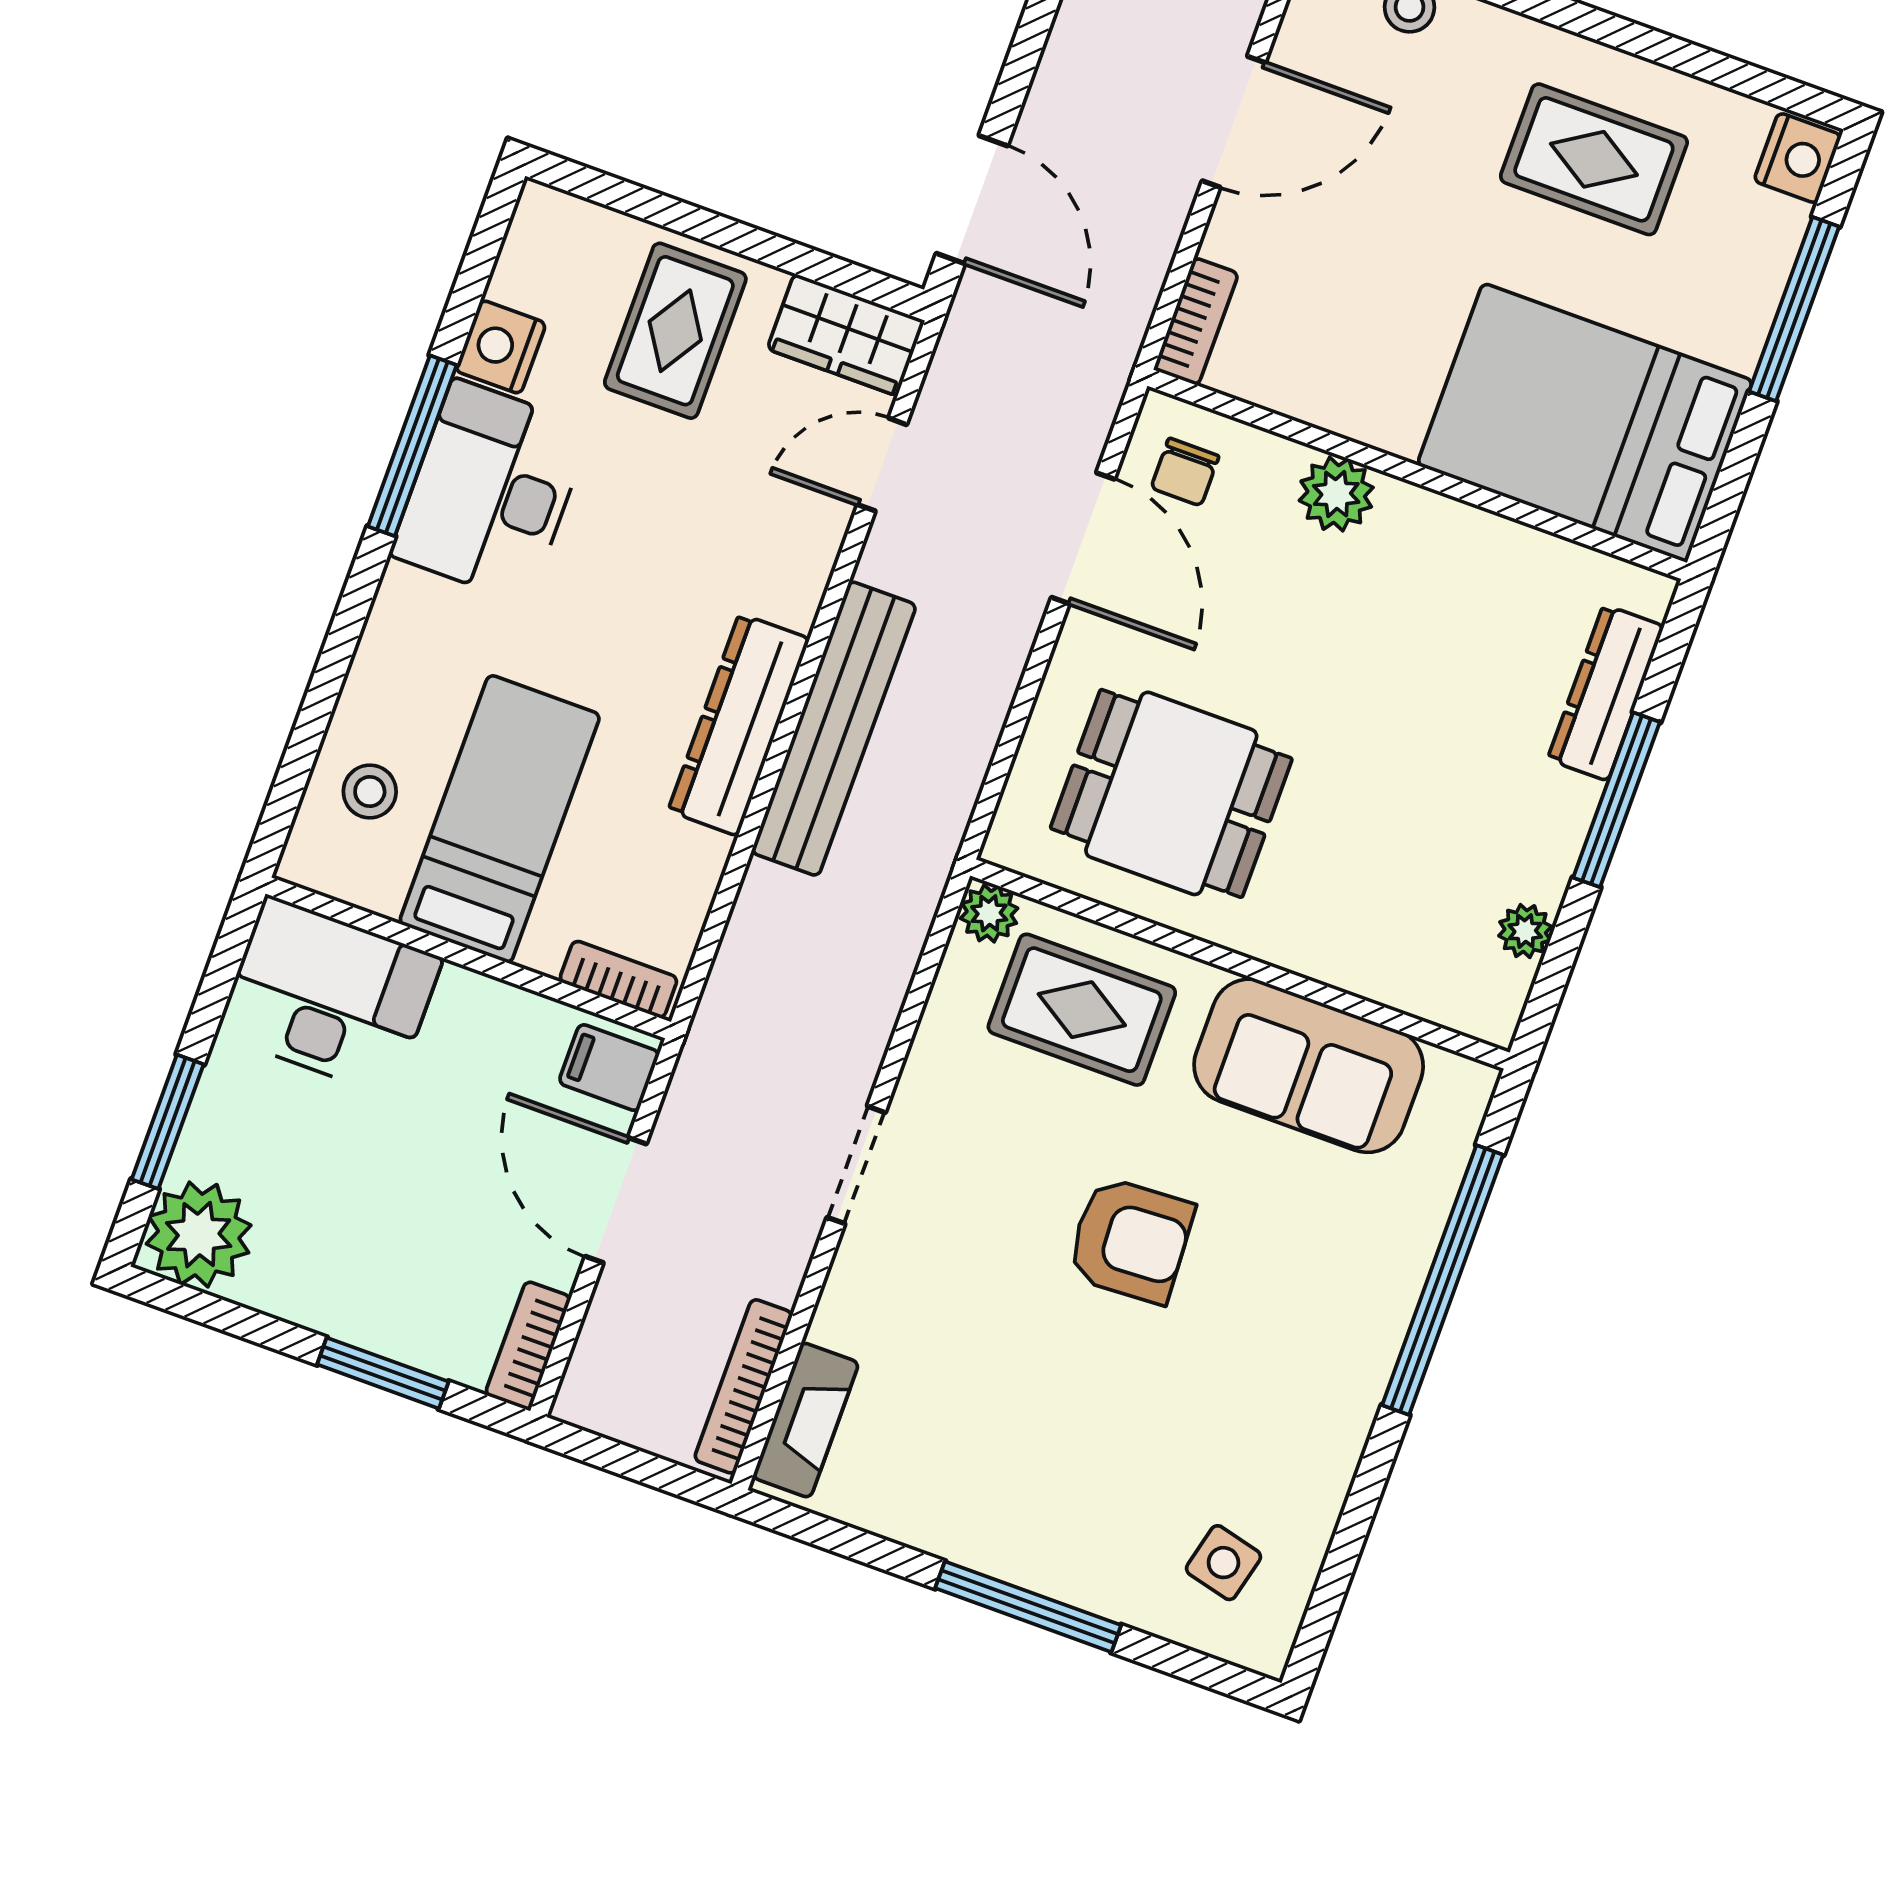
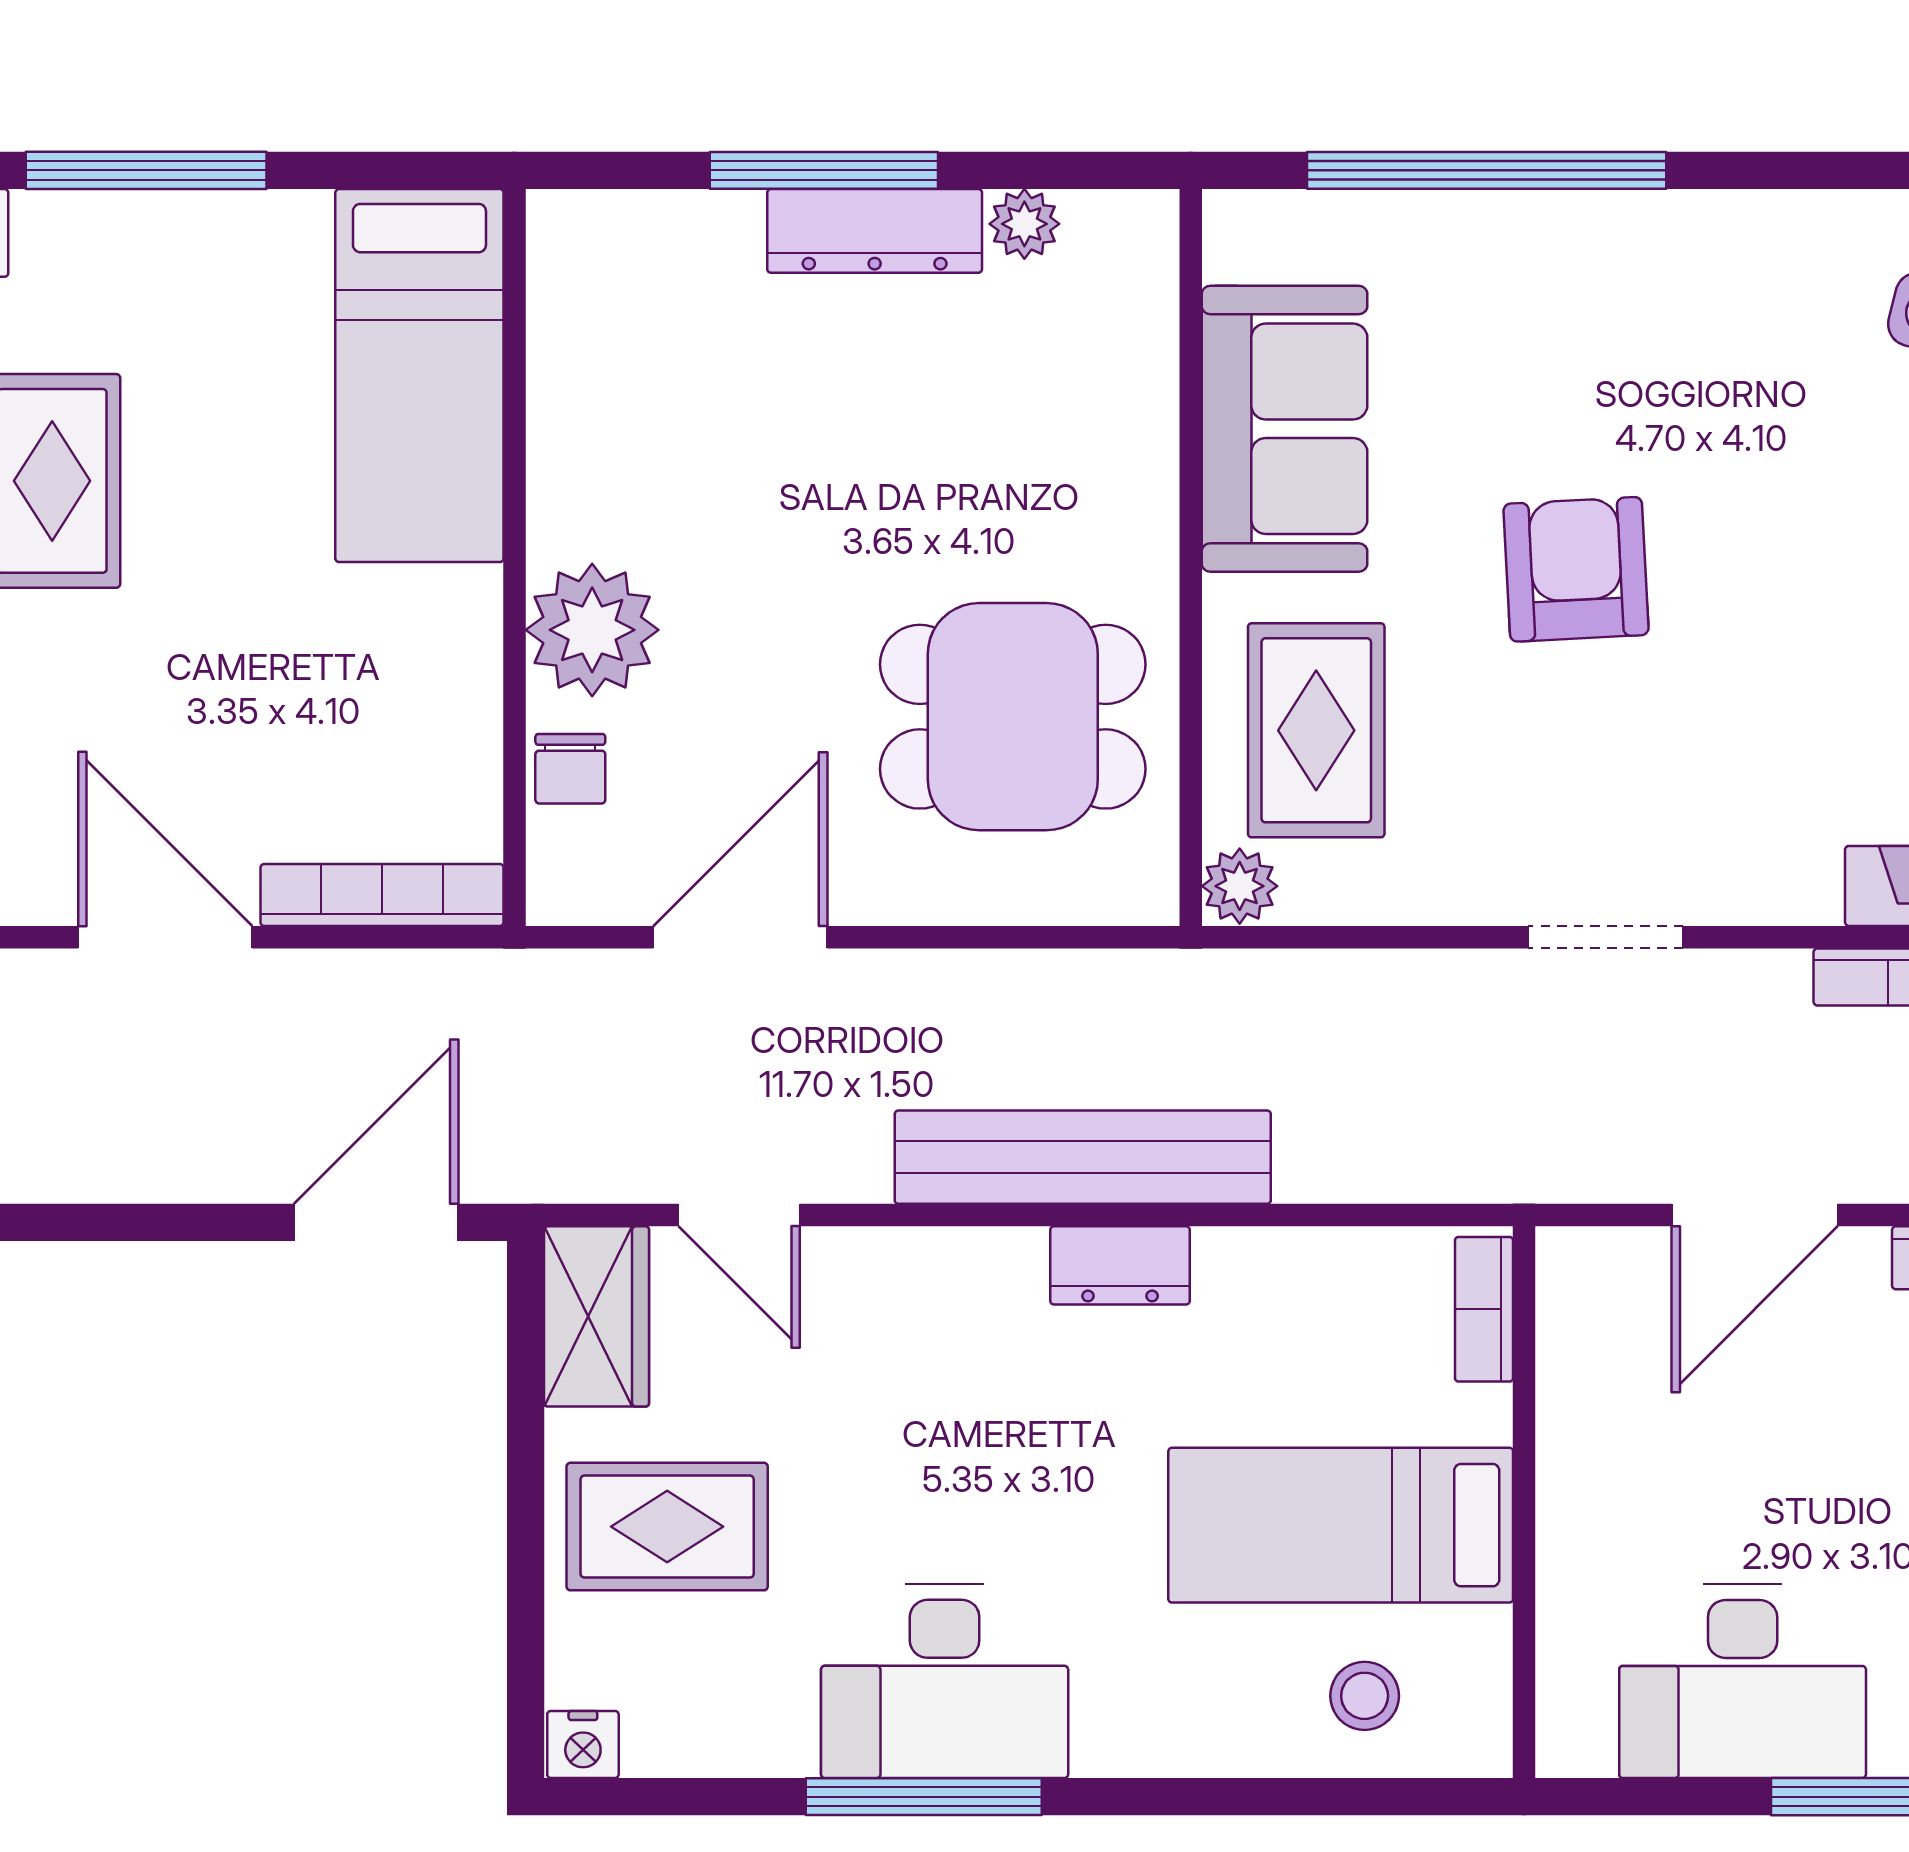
bookcase: (1196, 321) -> (382, 895), width x1.56
nightstand: (501, 347) -> (583, 1744), moved, width x0.72, depth x0.74
bed: (1585, 423) -> (419, 376), width x0.67
chair: (1185, 472) -> (570, 769), moved, turned 90
plant: (1336, 494) -> (592, 630), width x1.36, depth x1.36
dresser: (1606, 693) -> (875, 231), moved
dresser: (739, 725) -> (1120, 1265), width x0.51, depth x0.80
dining table: (1171, 793) -> (1013, 717), turned 90
desk: (329, 996) -> (1743, 1681), moved, turned -90
filing cabinet: (609, 1068) -> (1596, 1282), removed

